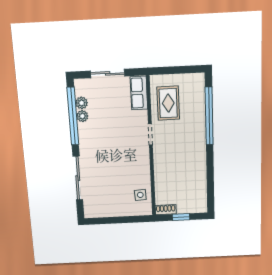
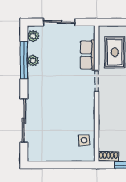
row of seats: (139, 93) -> (88, 55), moved
plant: (82, 103) -> (33, 36), moved
window: (73, 116) -> (24, 60), width x0.68

